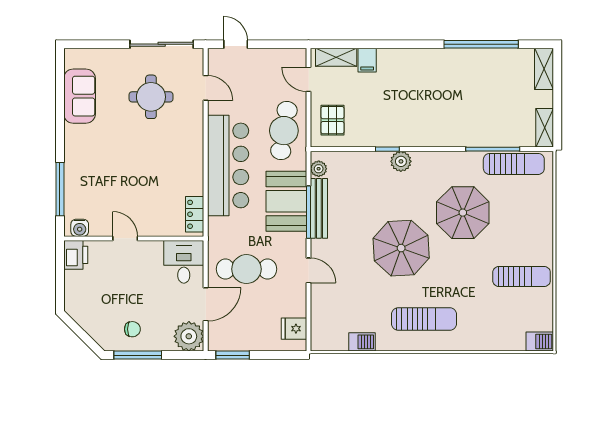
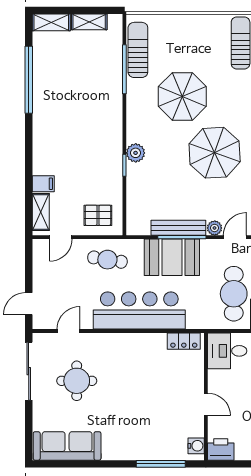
sofa: (80, 96) -> (67, 446), width x1.36
shelving: (545, 128) -> (89, 22), moved
cafe table: (284, 131) -> (107, 260), width x0.73, depth x0.74
plant: (319, 169) -> (215, 228), moved
door: (125, 238) -> (206, 404), swing flipped

